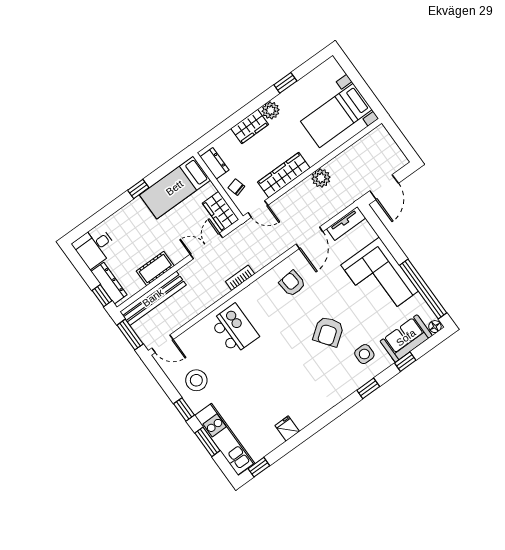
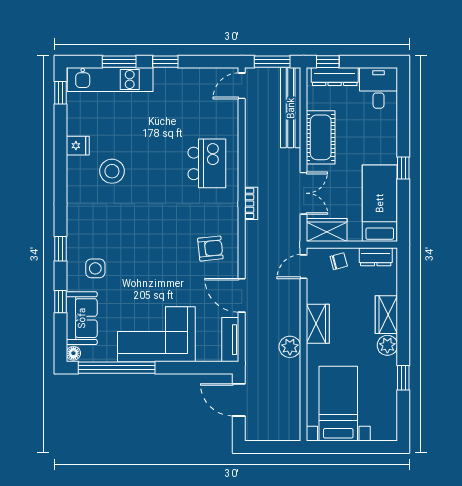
wardrobe: (284, 175) -> (318, 324), width x0.67
cot: (155, 268) -> (321, 137), width x1.37, depth x1.34
kitchen island: (234, 329) -> (207, 163), turned -90
armchair: (328, 332) -> (141, 250), removed
stool: (196, 380) -> (112, 171), moved

